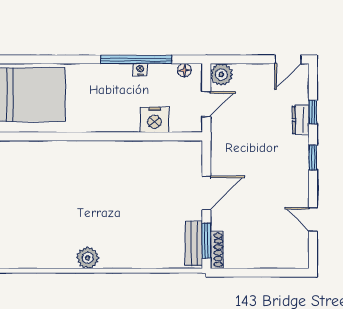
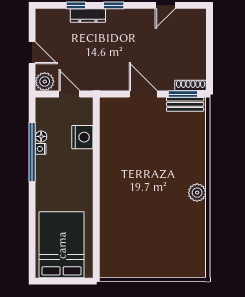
door: (288, 59) -> (32, 53), moved
floor lamp: (184, 70) -> (41, 136), moved
dresser: (301, 120) -> (88, 16), width x1.44

